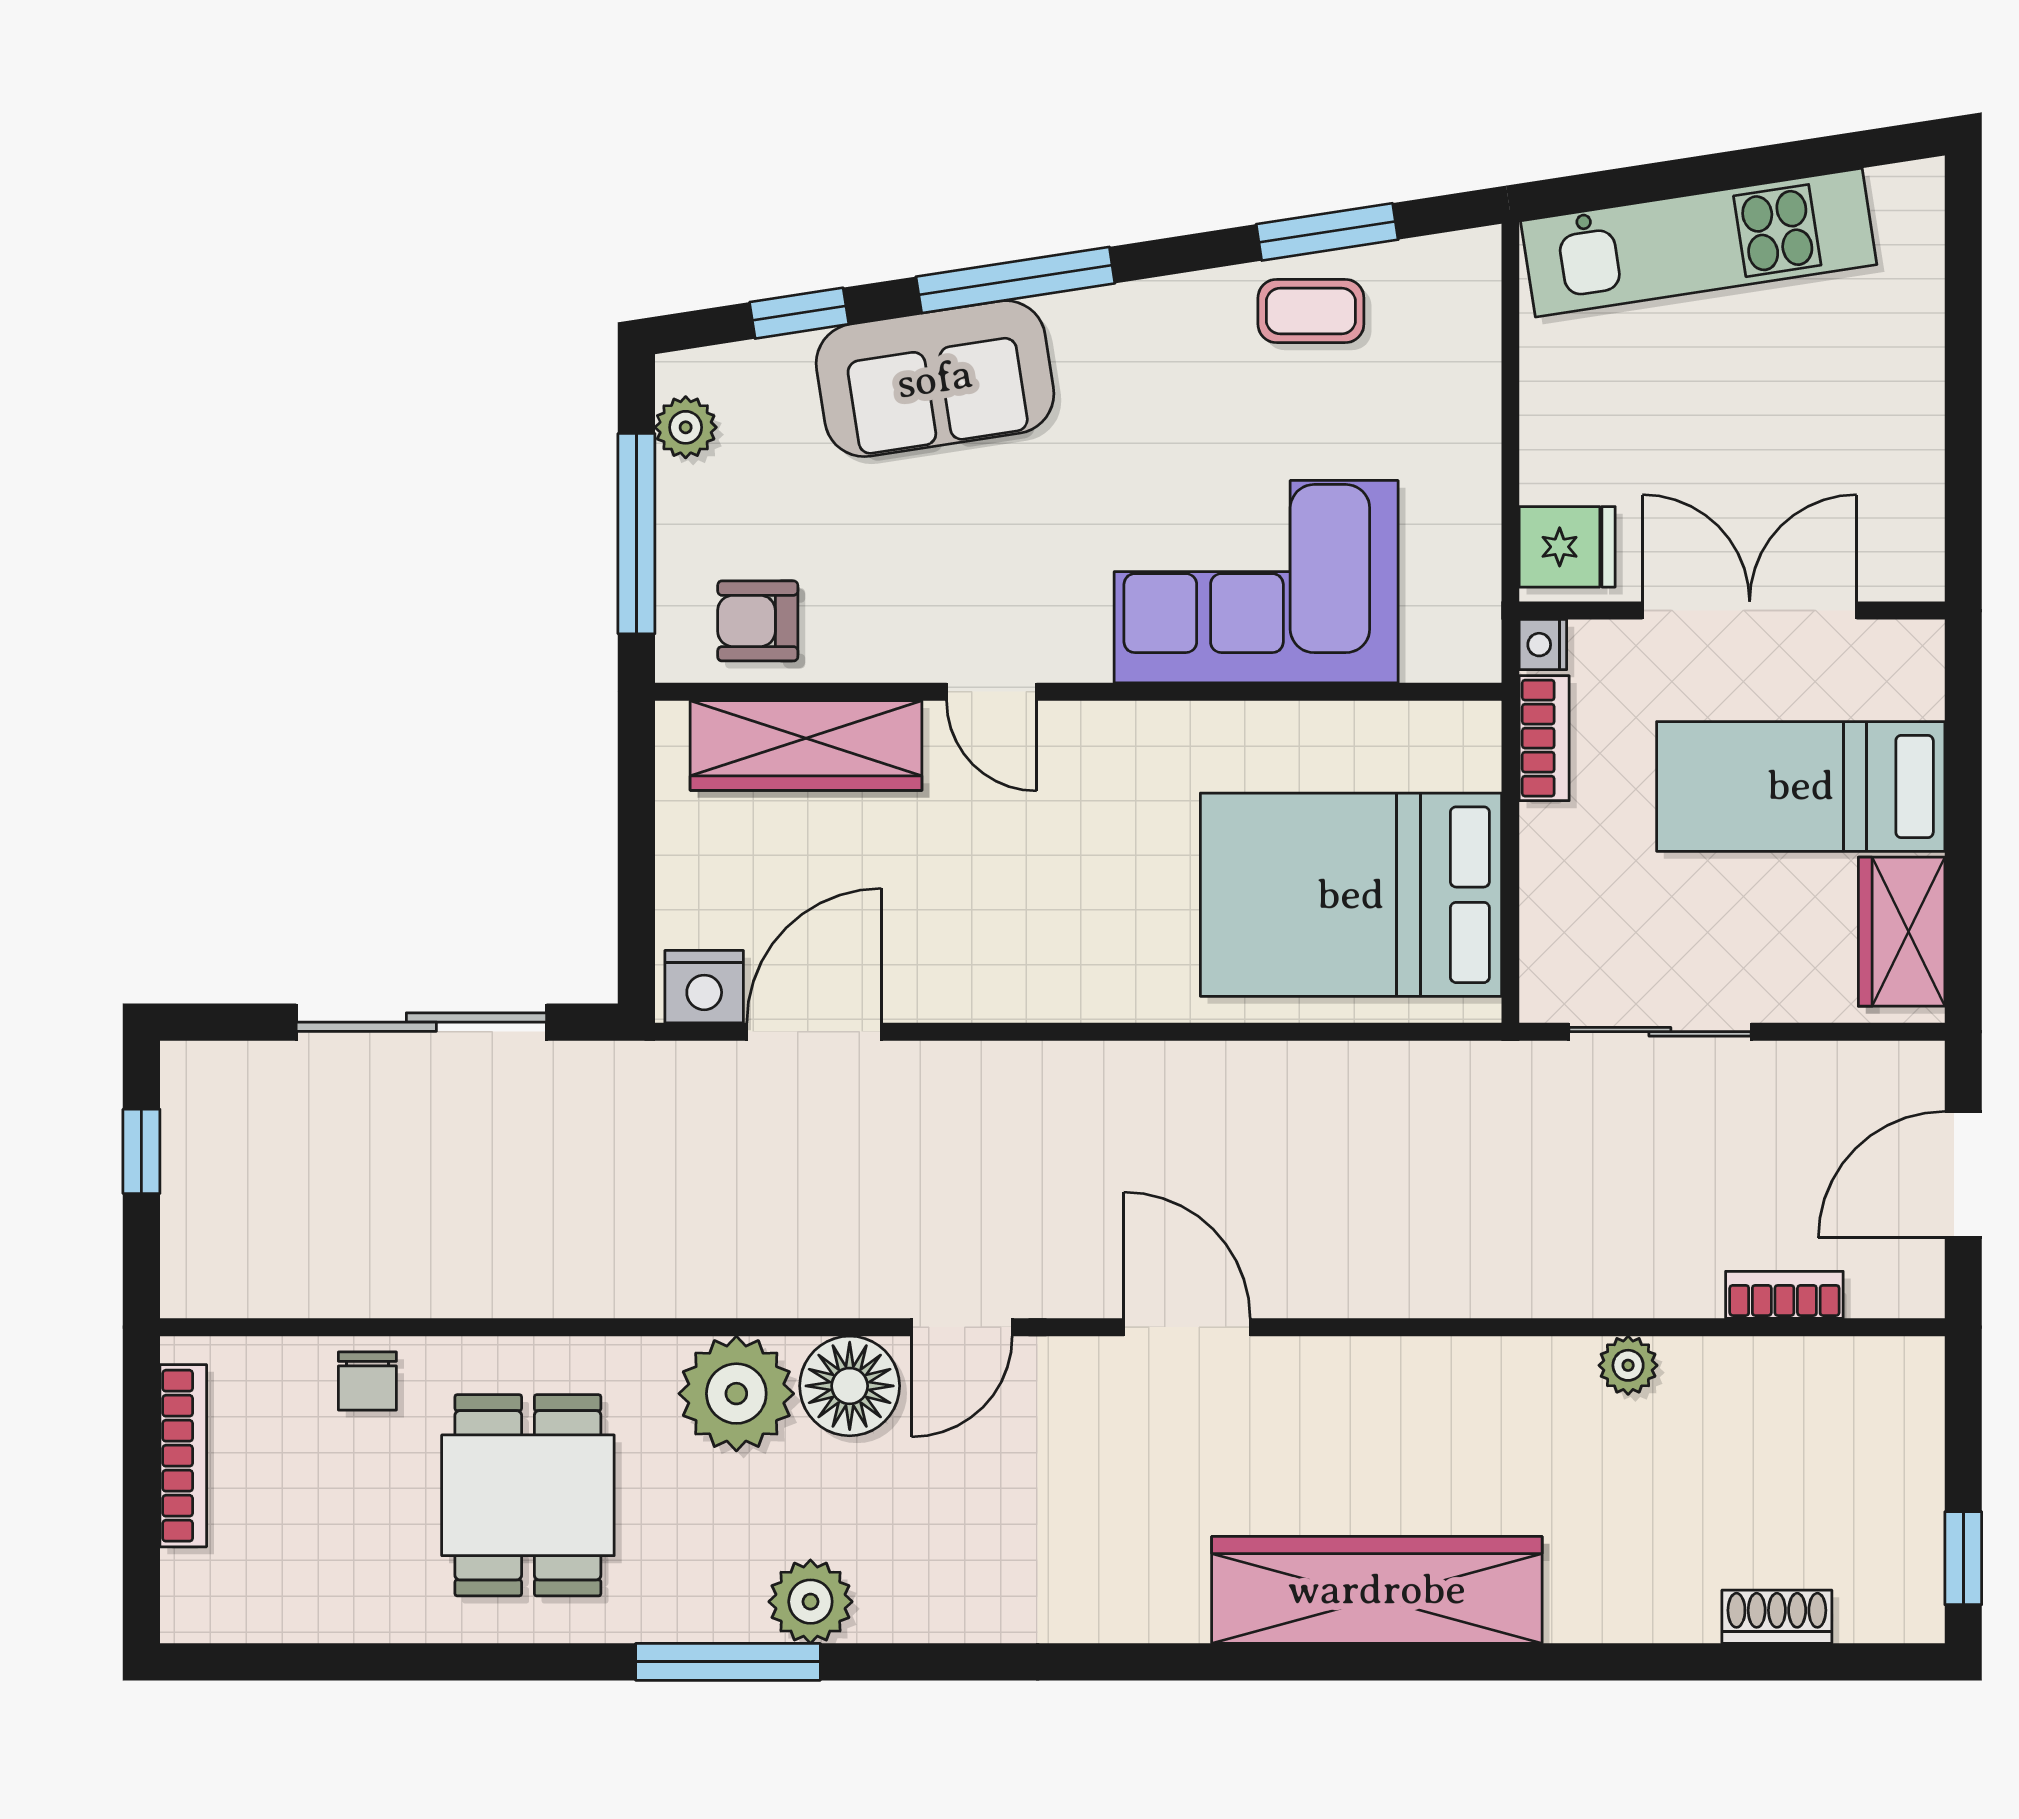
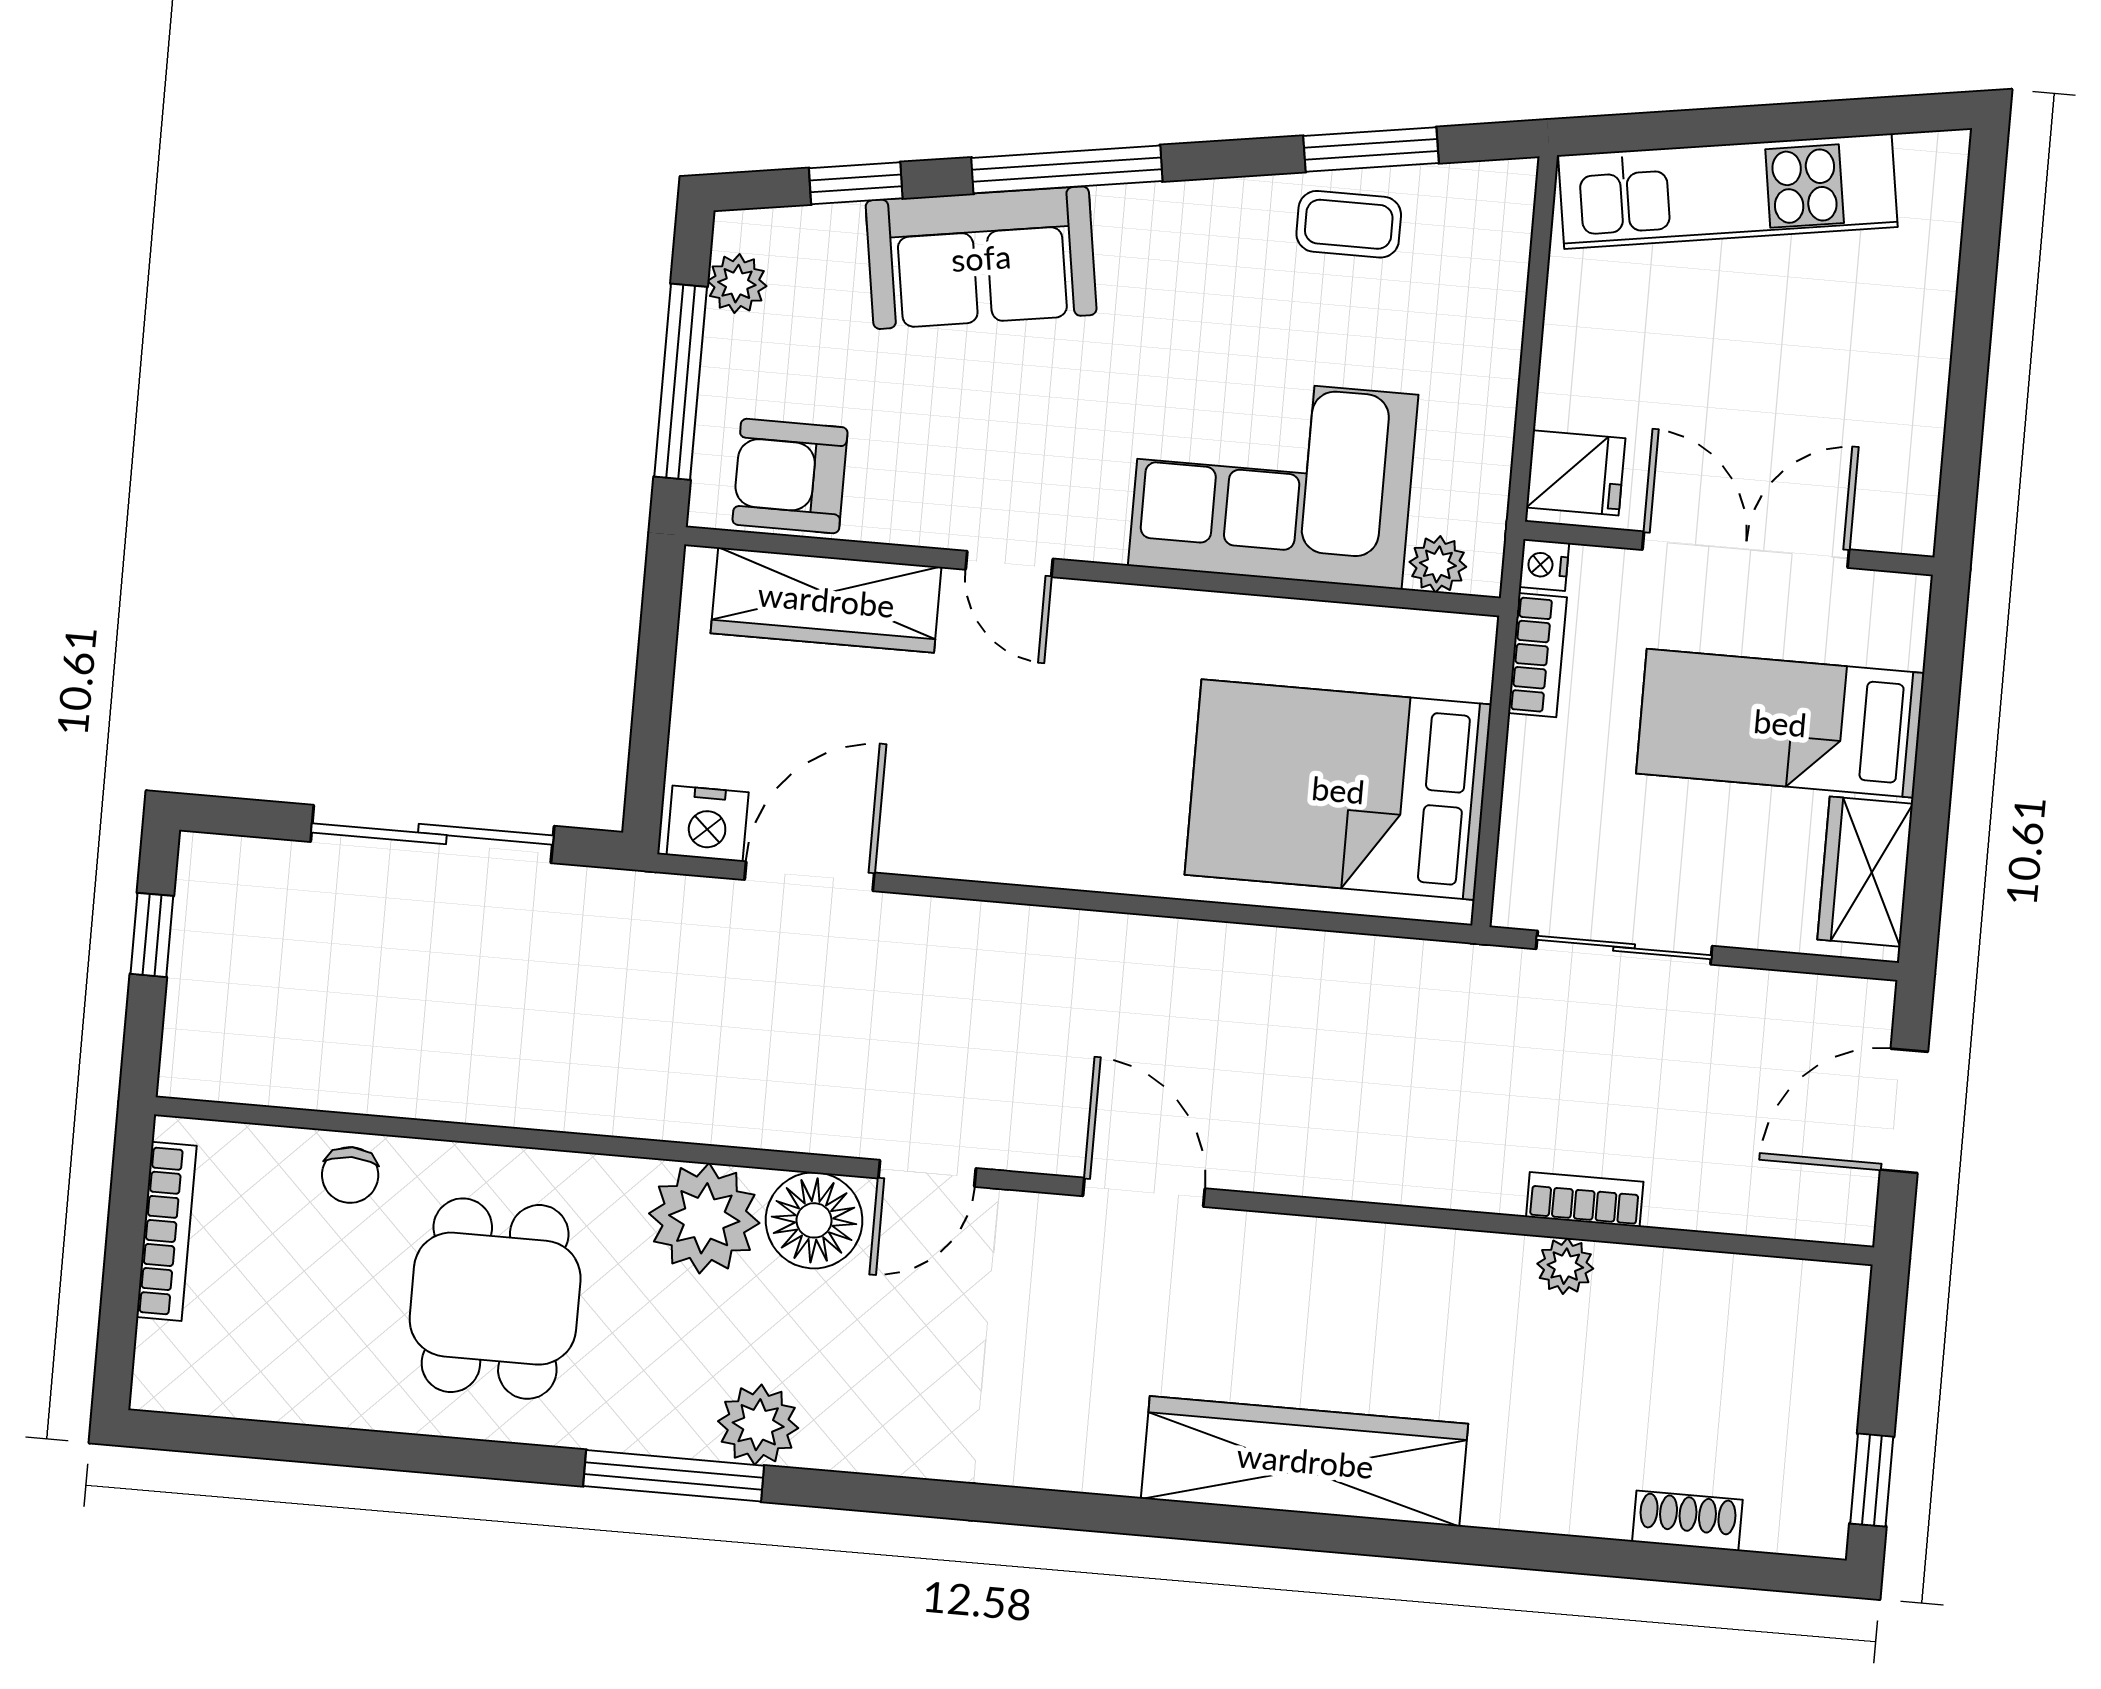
armchair: (758, 621) -> (790, 476), width x1.38, depth x1.38
plant: (1434, 653) -> (1438, 564), added
bookcase: (1784, 1295) -> (1585, 1199), moved

